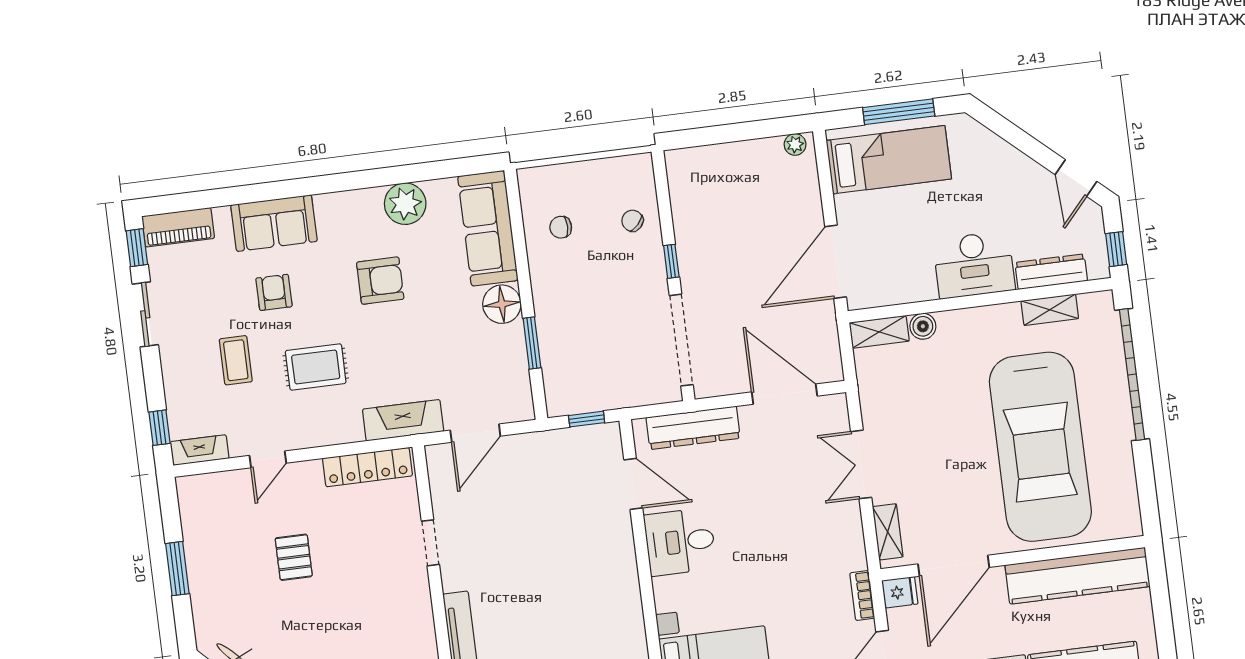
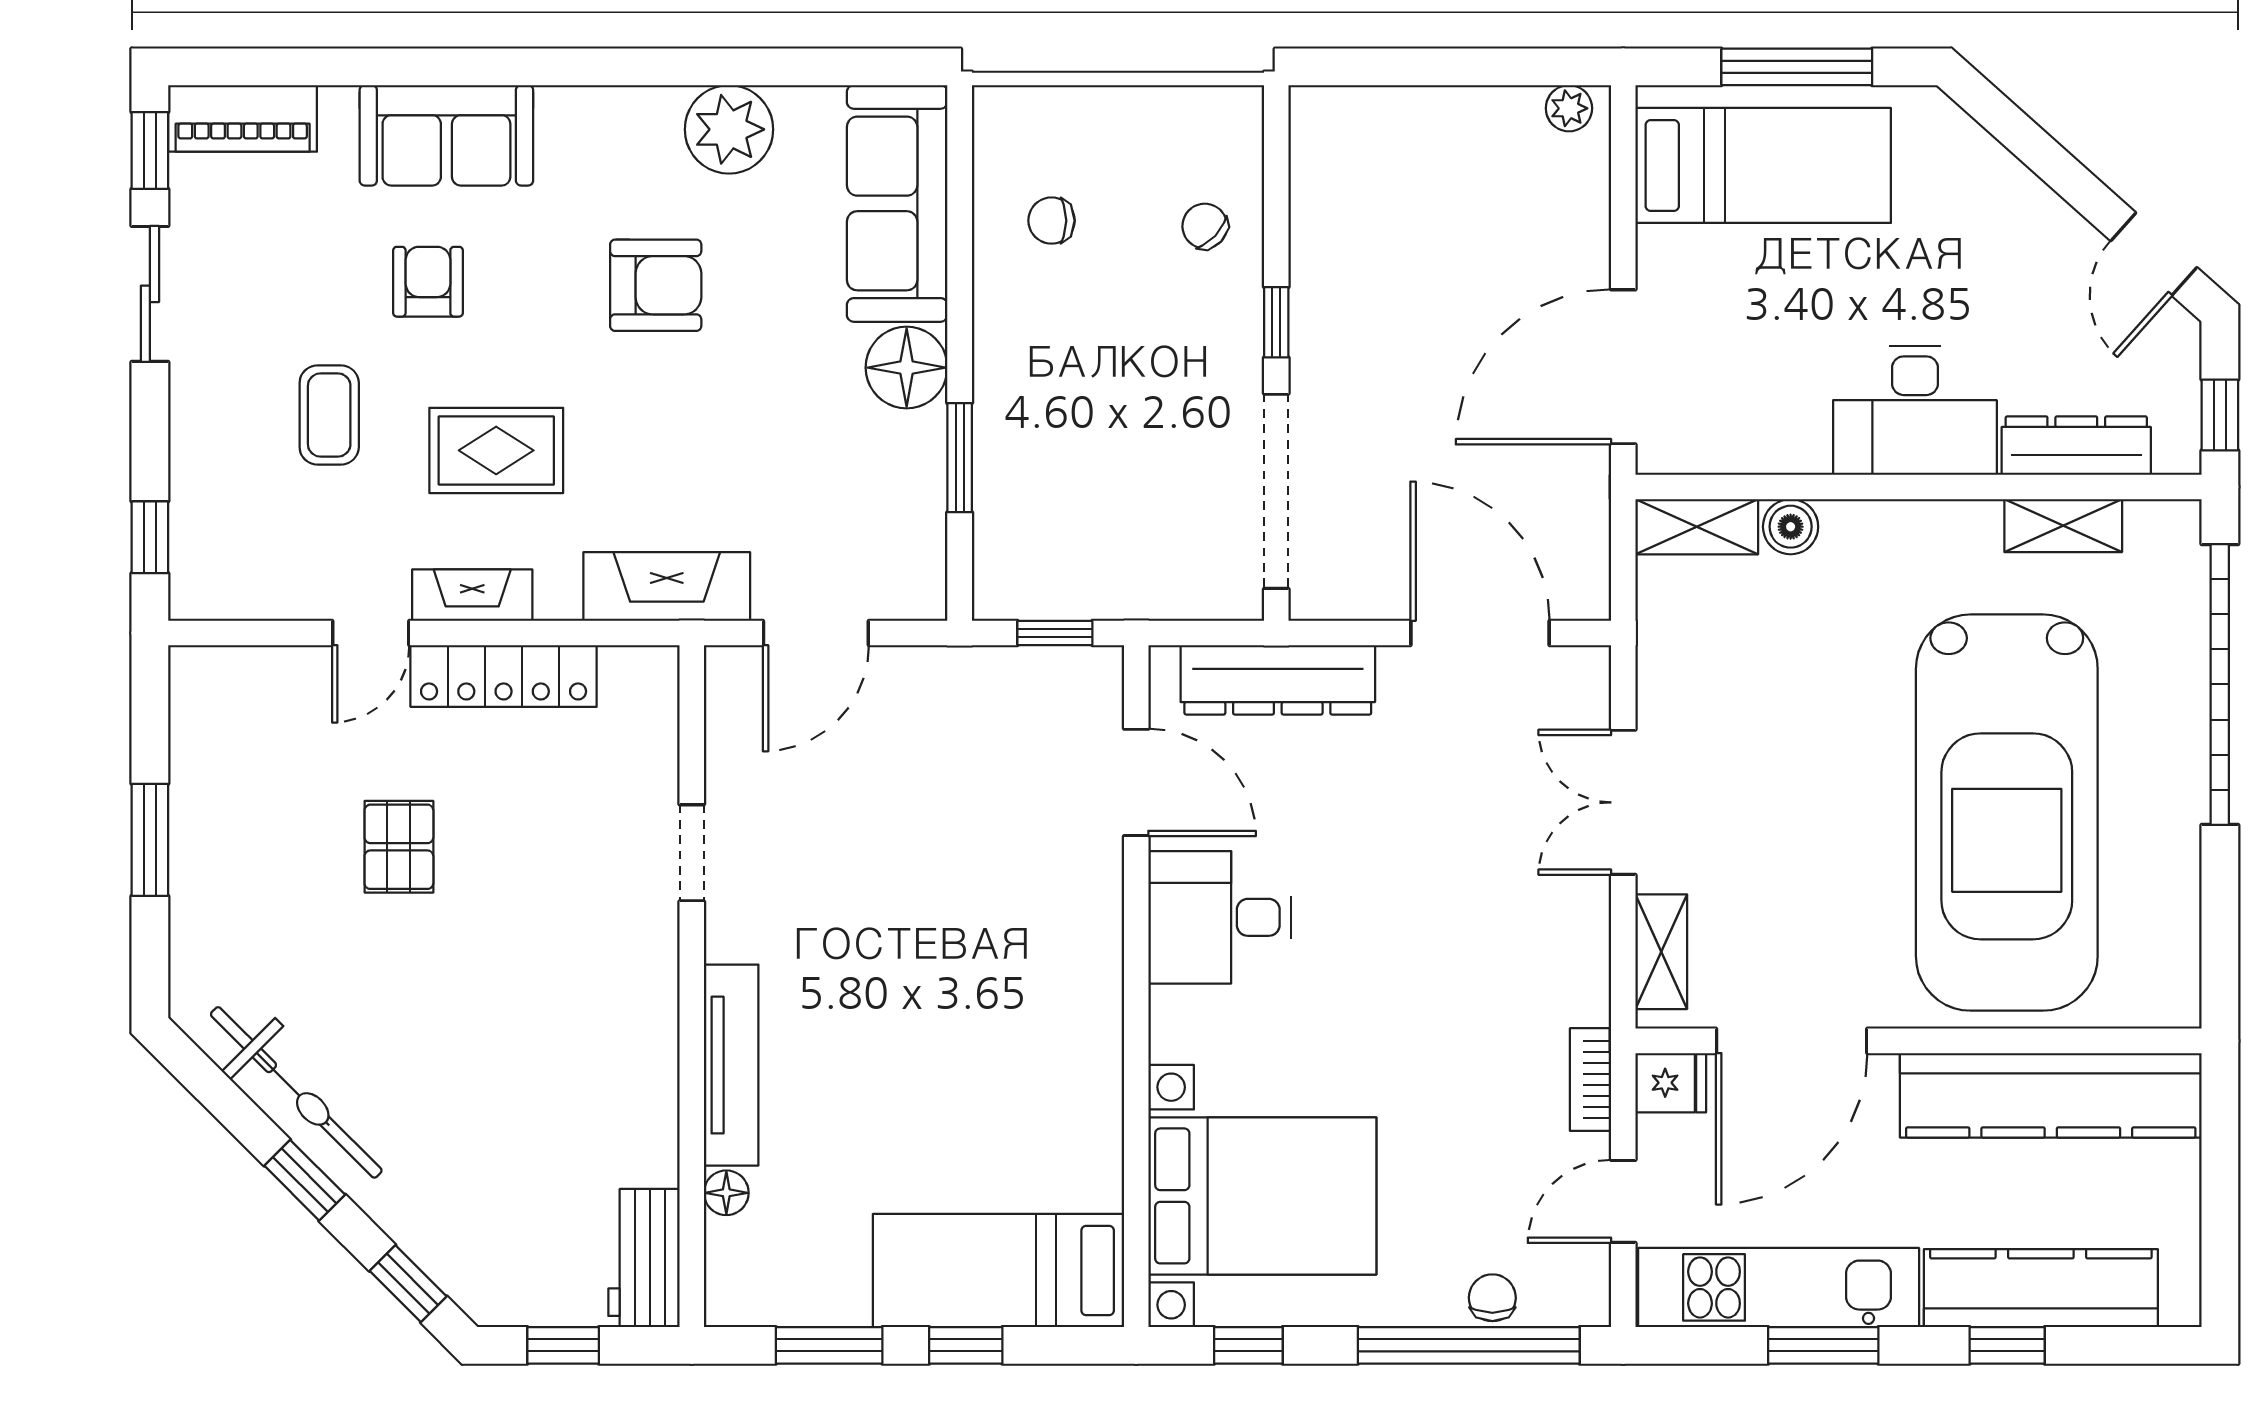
fireplace: (200, 450) -> (472, 595), moved
locker: (367, 467) -> (504, 676), moved

